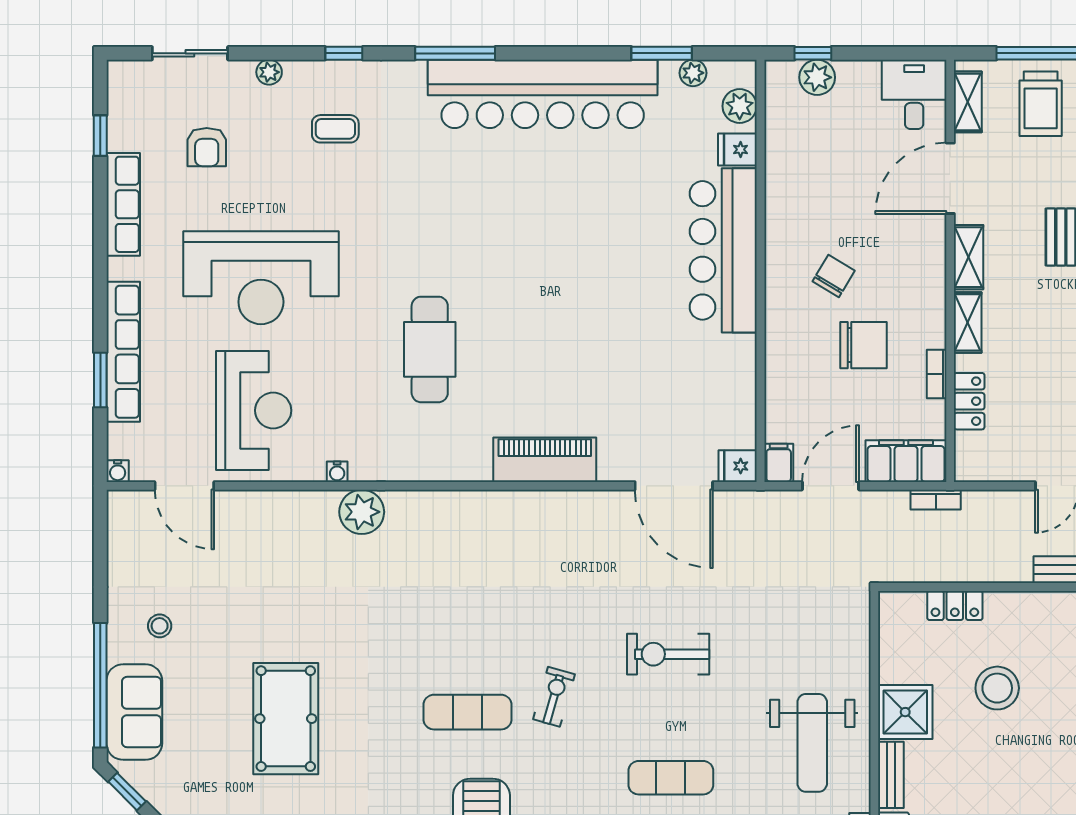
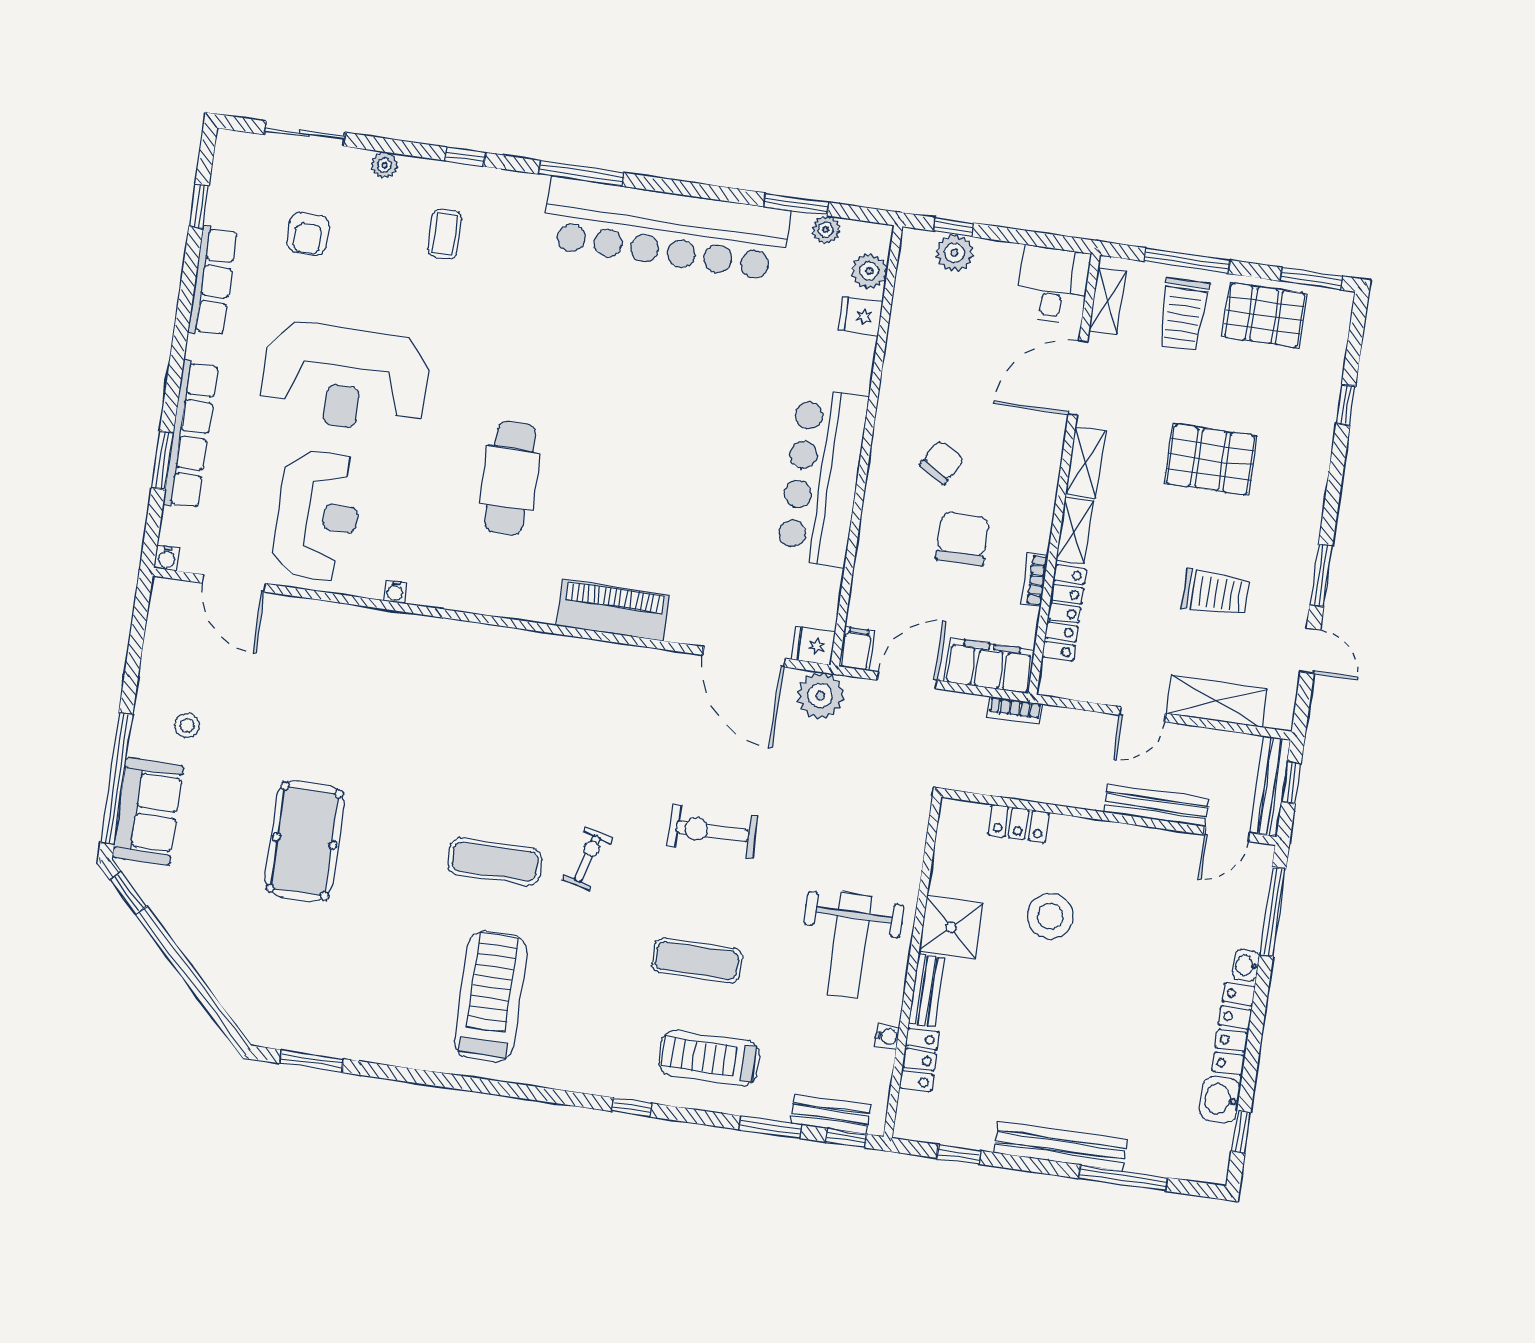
coffee table: (335, 129) -> (445, 234), turned 90
bar counter: (723, 250) -> (822, 478), moved
chair: (864, 345) -> (963, 539), turned -90
locker: (969, 401) -> (1064, 613), width x1.53
plant: (362, 512) -> (820, 696), moved

